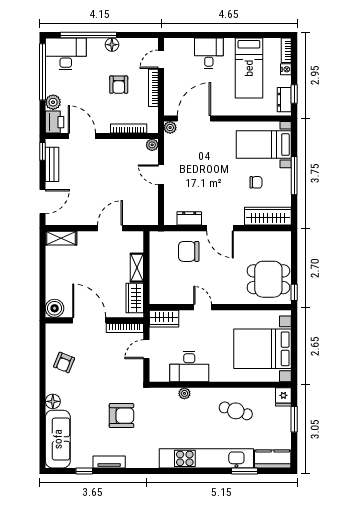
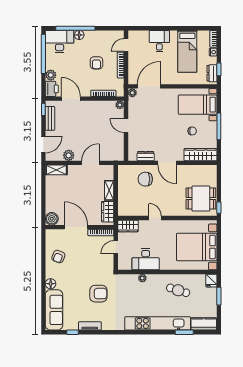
floor lamp: (112, 45) -> (79, 35), moved
plant: (79, 217) -> (69, 155), added

